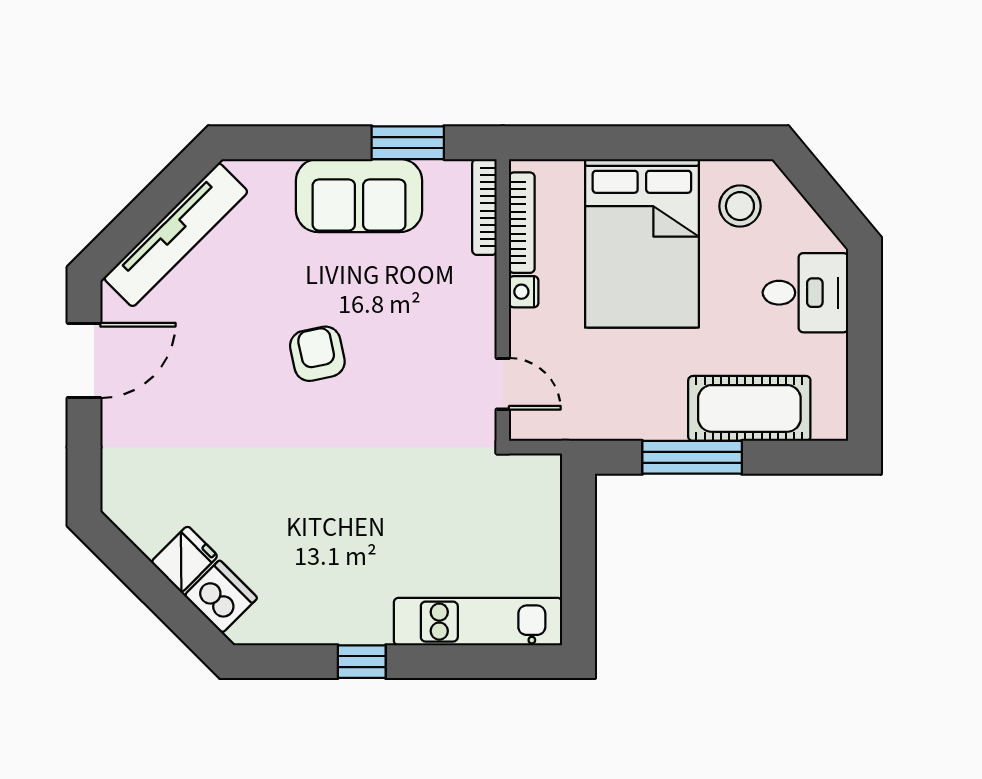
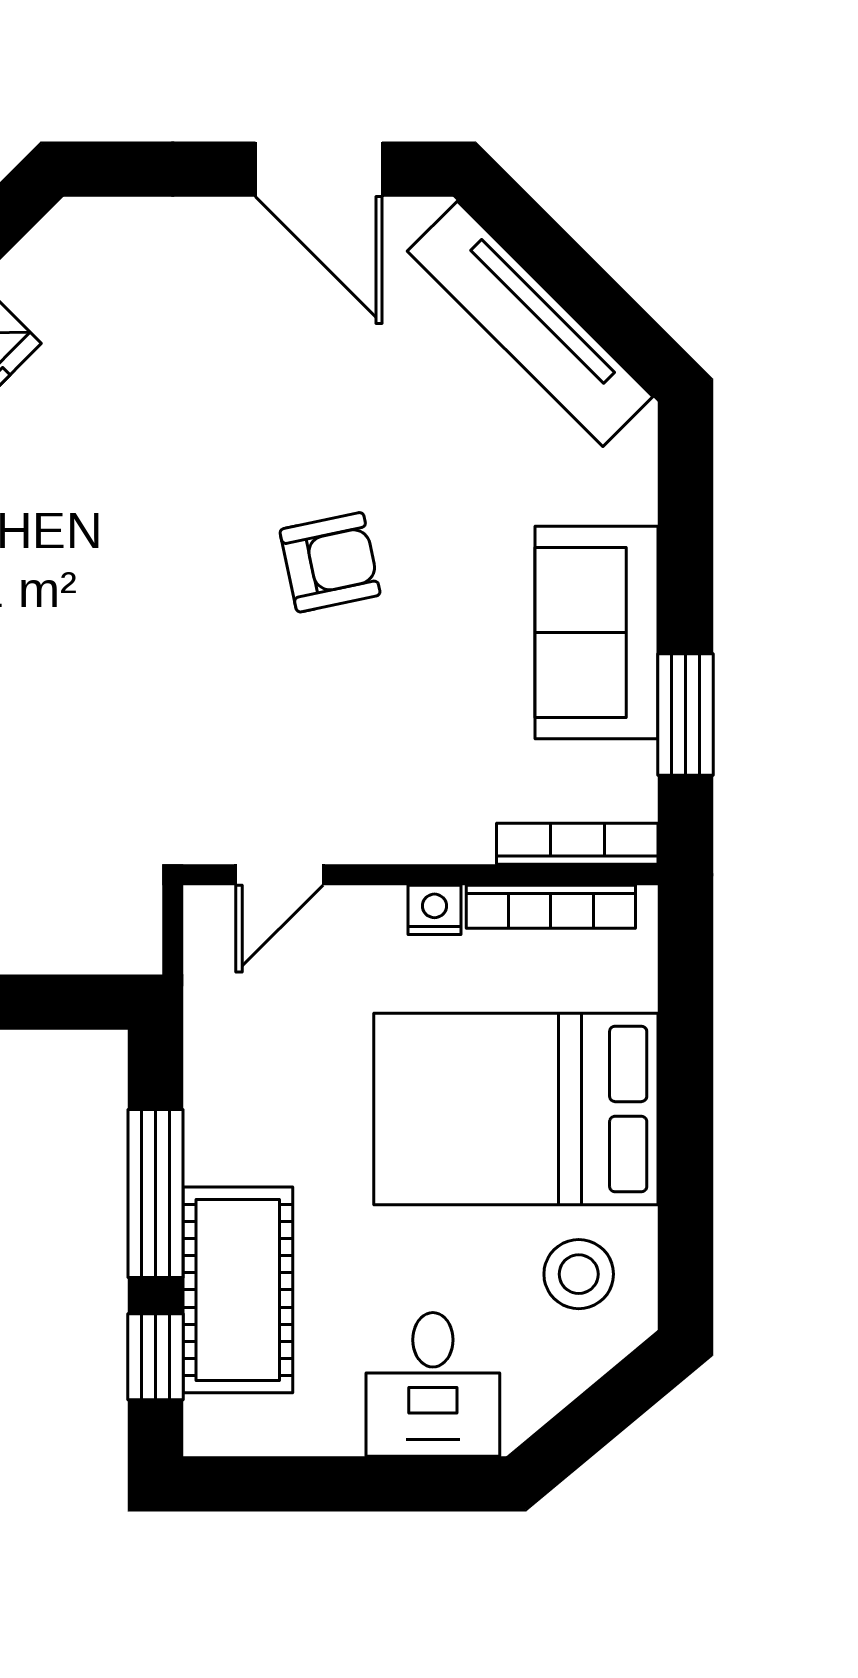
window: (789, 457) -> (155, 1357), added

